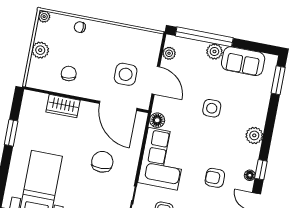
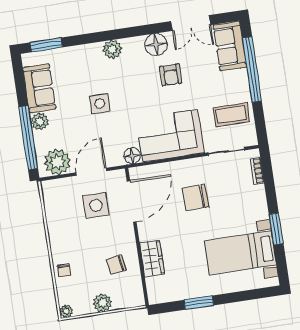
plant: (169, 53) -> (57, 162), width x1.87, depth x1.87
window: (261, 170) -> (145, 30), removed
floor lamp: (250, 175) -> (156, 45), width x1.89, depth x1.89

